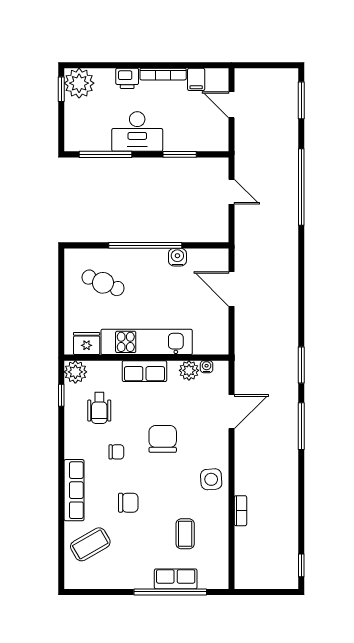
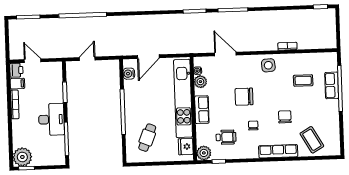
printer: (127, 78) -> (16, 70), moved
door: (232, 105) -> (33, 61), swing flipped
water cooler: (177, 257) -> (129, 74), moved
kitchen unit: (147, 342) -> (183, 98), width x1.36

